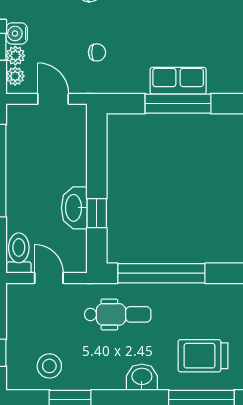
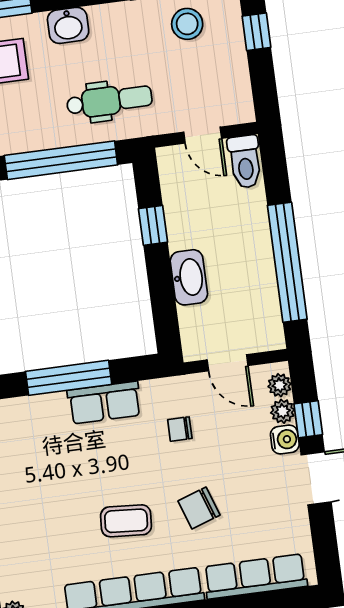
row of seats: (178, 81) -> (104, 403), moved
washbasin: (74, 208) -> (189, 277), moved
dental chair: (118, 314) -> (109, 101), turned 180

